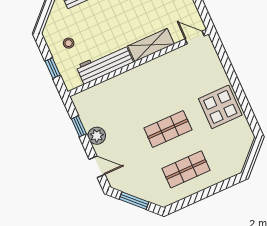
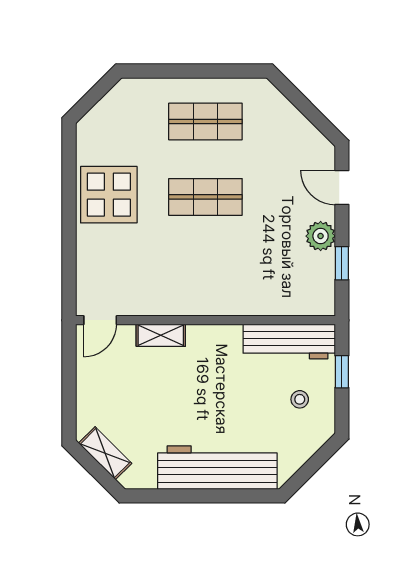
door: (195, 37) -> (100, 320), hinge flipped
shelving: (151, 45) -> (161, 335), width x0.67, depth x0.75
workbench: (105, 64) -> (289, 341), moved
window: (134, 201) -> (308, 109), removed

